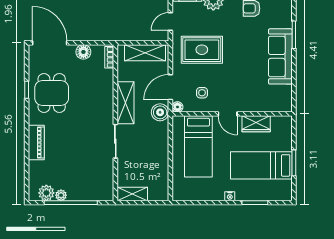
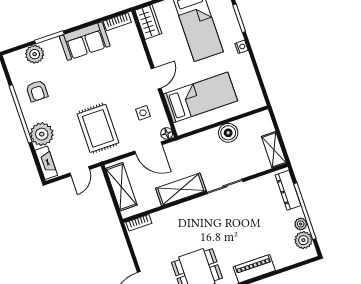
plant: (284, 17) -> (35, 54), added
door: (170, 22) -> (80, 171), hinge flipped
floor lamp: (83, 52) -> (143, 252), removed
sofa: (280, 56) -> (85, 41), width x0.73
bookcase: (287, 97) -> (117, 22), added
boiler: (160, 112) -> (228, 133), moved
wardrobe: (256, 124) -> (148, 22), moved
dresser: (94, 194) -> (288, 190), added

